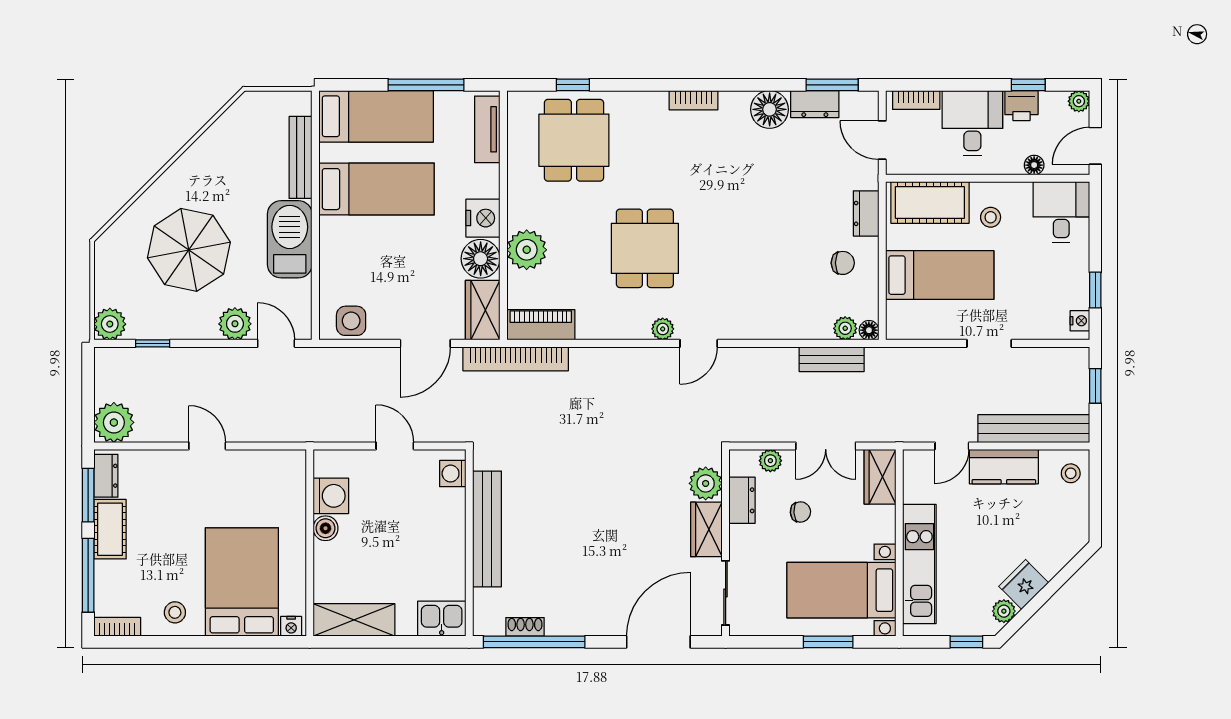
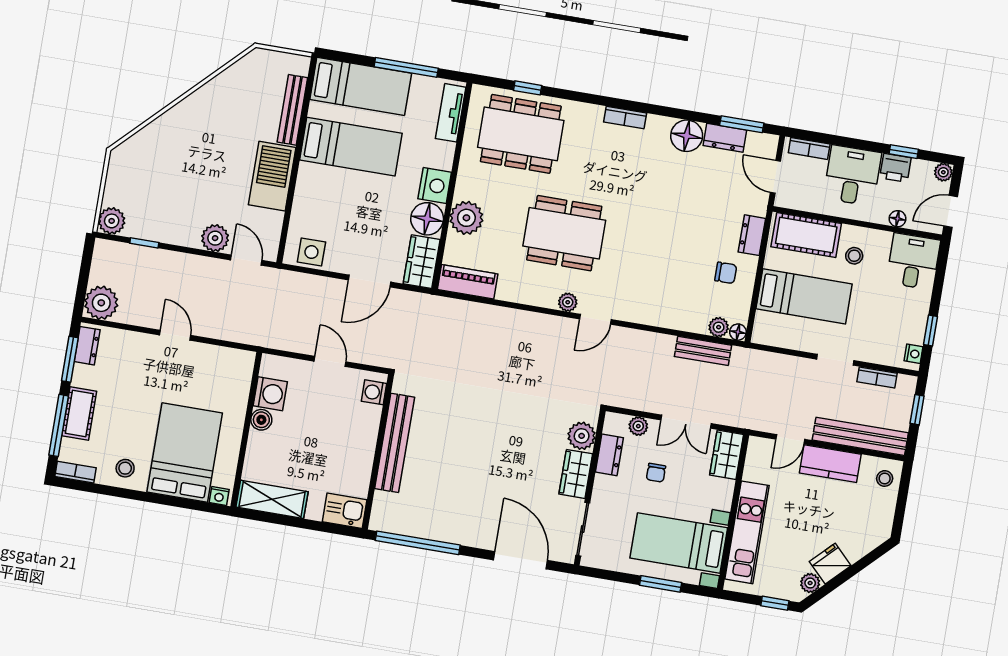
dining table: (574, 140) -> (521, 134), width x1.38
dining table: (645, 248) -> (564, 233), width x1.38
parasol: (189, 250) -> (187, 171), removed
bookcase: (516, 359) -> (877, 377), moved, width x0.43, depth x0.76
chair: (800, 512) -> (656, 473), turned 93
cot: (110, 529) -> (79, 413), moved
shoe rack: (525, 627) -> (412, 529), removed
door: (658, 642) -> (520, 560), hinge flipped

